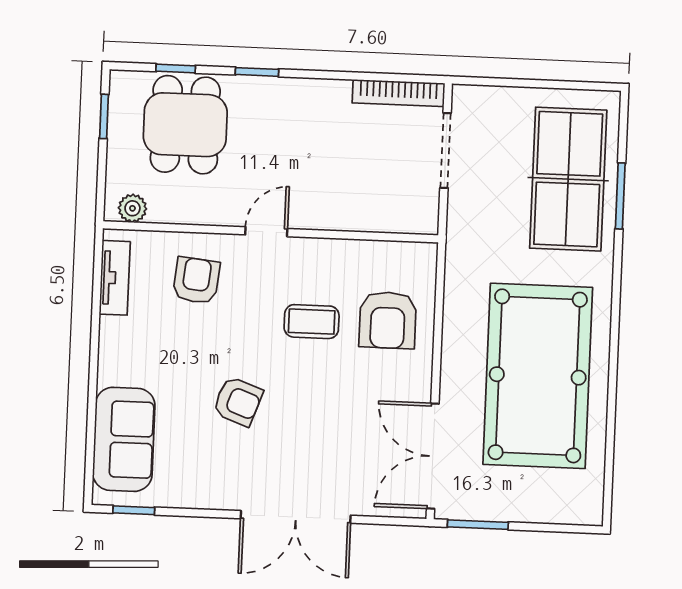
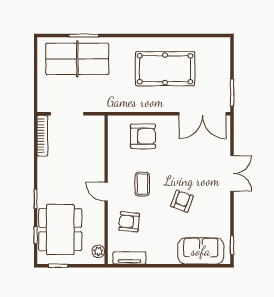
dining table: (185, 125) -> (60, 230), width x1.38
coffee table: (312, 322) -> (142, 184), moved
pool table: (538, 376) -> (165, 69), width x0.73, depth x0.76
double door: (296, 517) -> (232, 173), width x0.73

